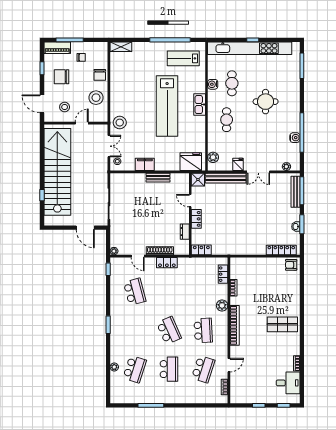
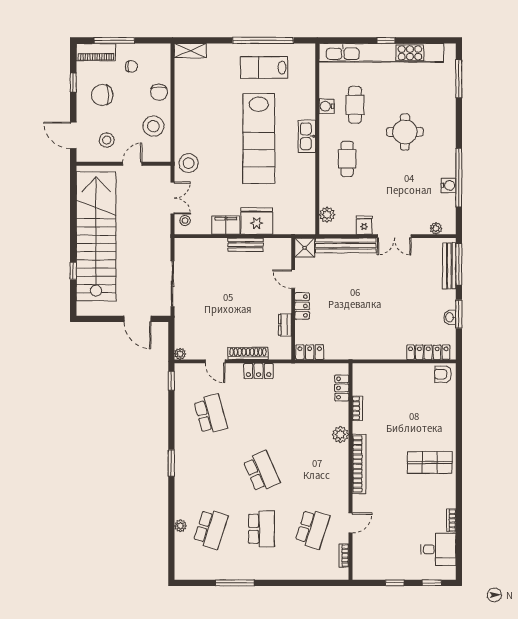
lab bench: (183, 58) -> (264, 68), moved
fridge: (191, 162) -> (257, 221), moved
school desk: (203, 330) -> (312, 471), removed

